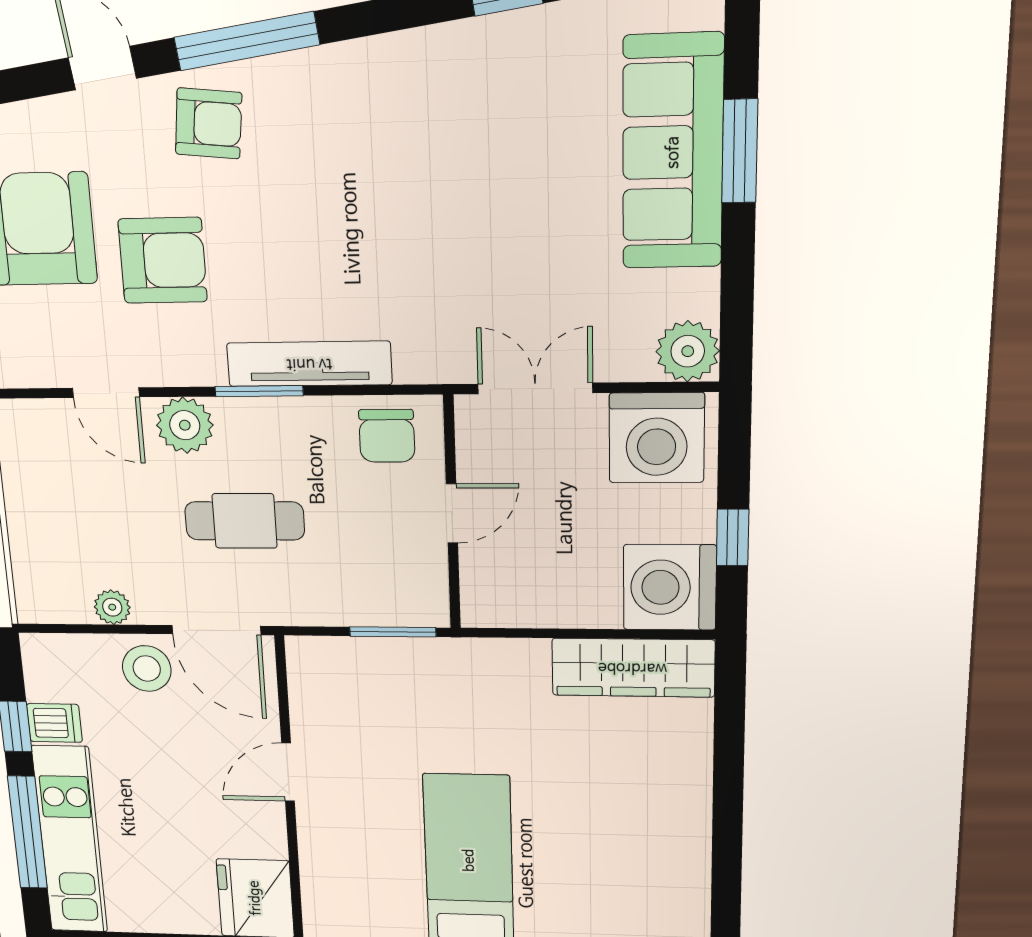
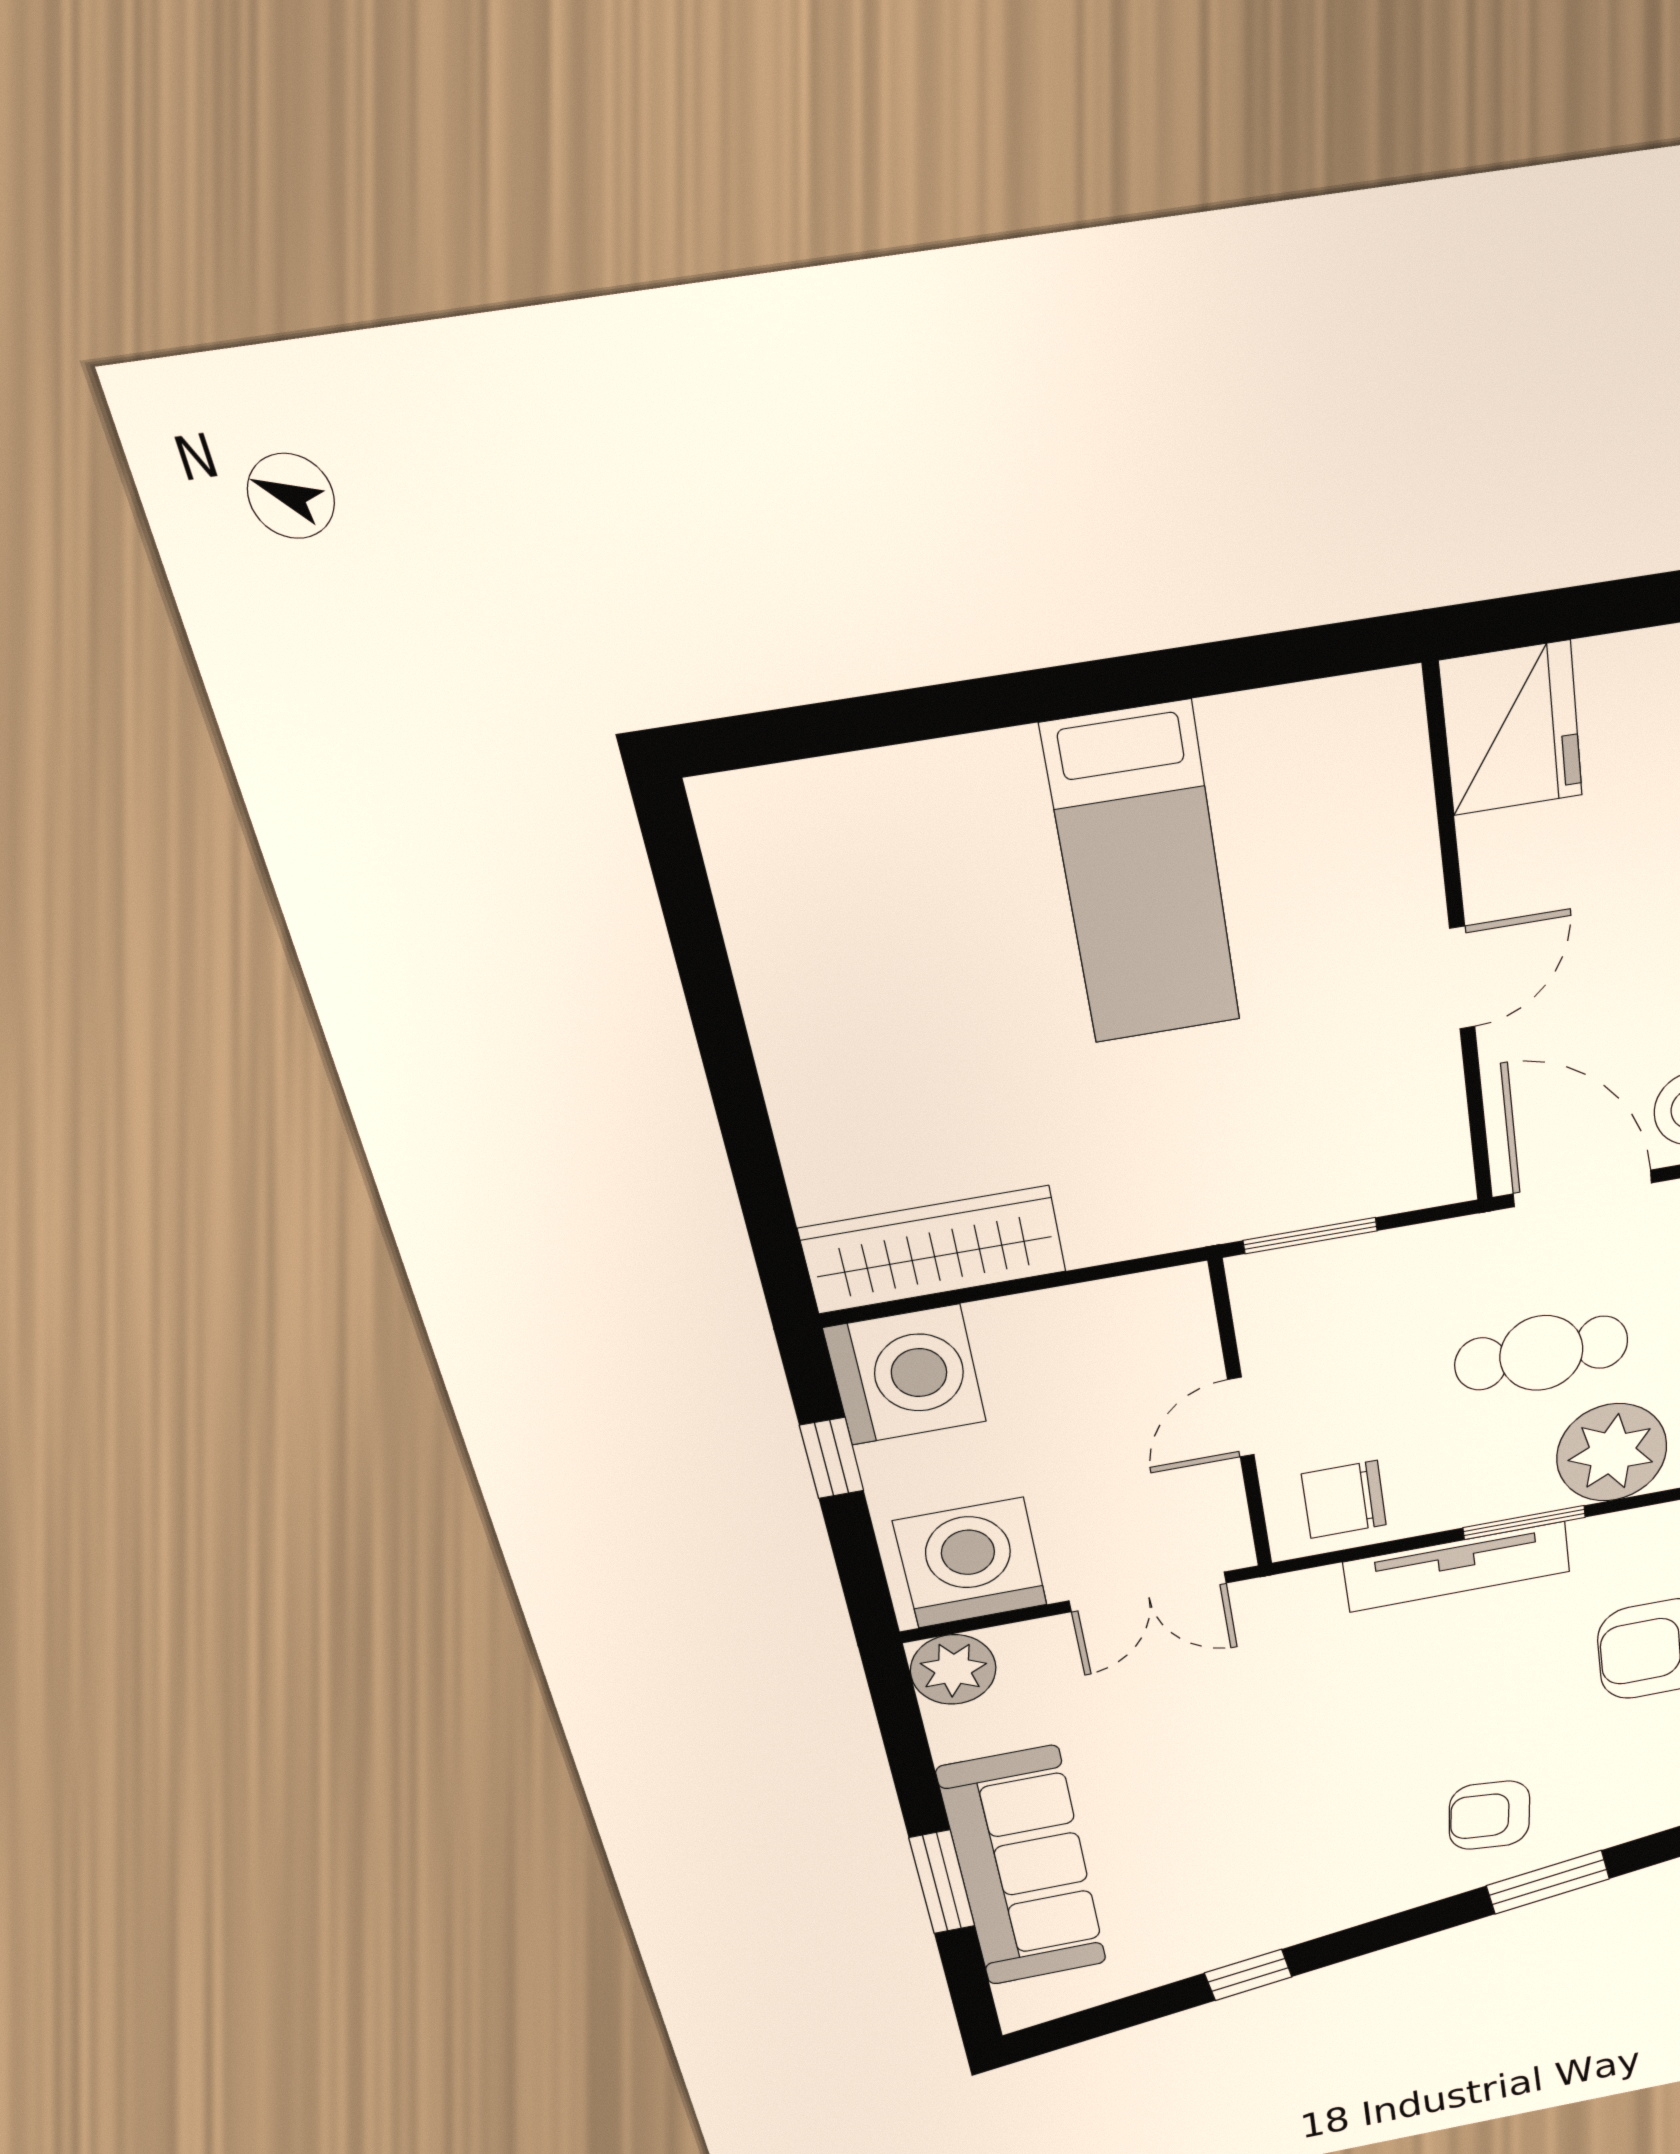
window: (247, 41) -> (1548, 1882), width x0.69
armchair: (209, 123) -> (1489, 1815), moved
plant: (185, 425) -> (1612, 1453), width x1.36, depth x1.36
chair: (387, 436) -> (1344, 1499), turned -90

